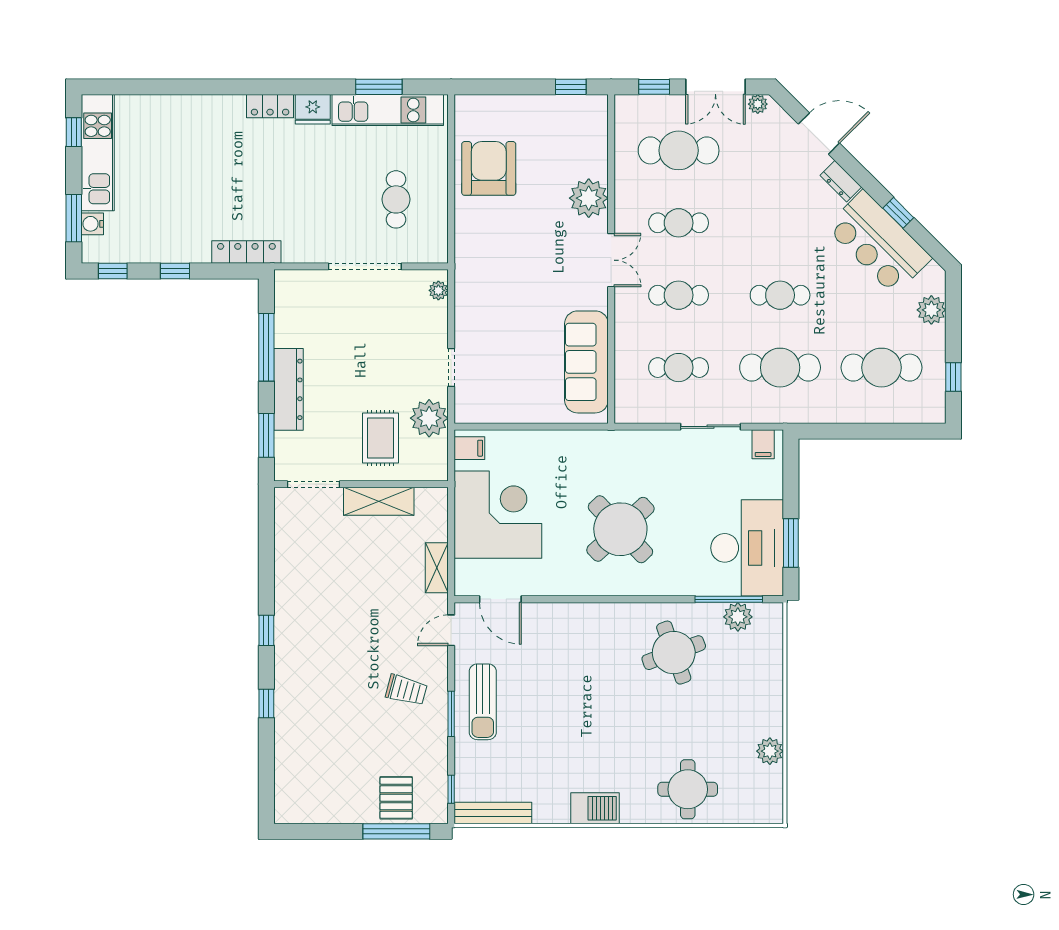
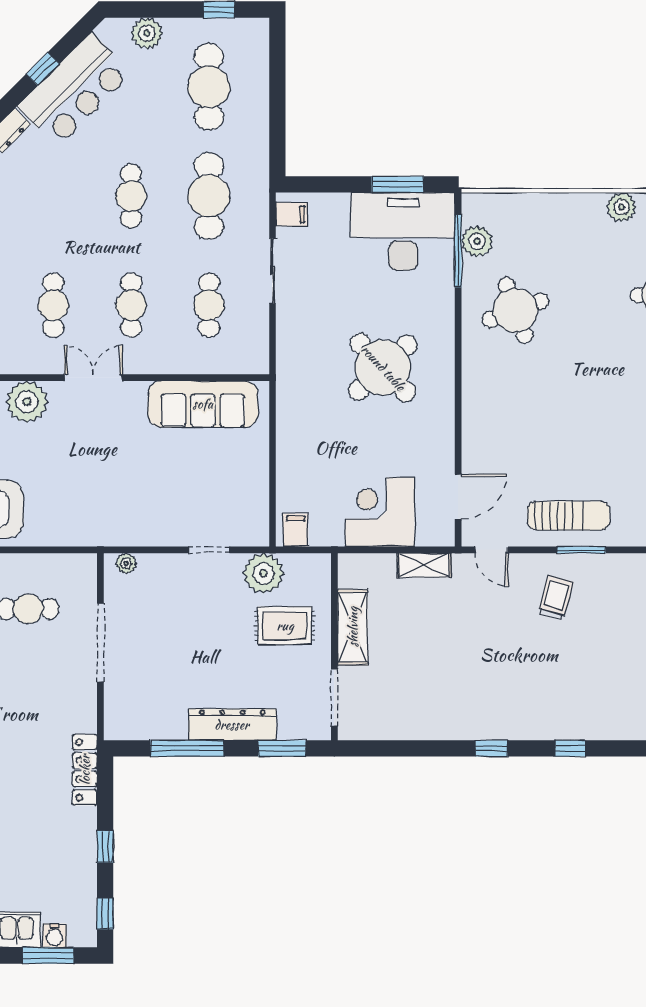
corner desk: (498, 515) -> (380, 512), width x0.74, depth x0.74

